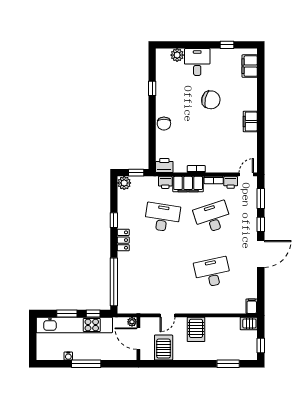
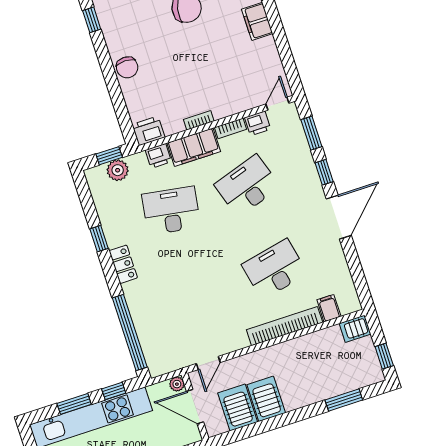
plant: (124, 183) -> (118, 170), moved
filing cabinet: (252, 306) -> (329, 308), moved
bookcase: (207, 308) -> (285, 326), added
door: (168, 315) -> (208, 363), moved
server rack: (196, 329) -> (266, 399), moved, turned 180

